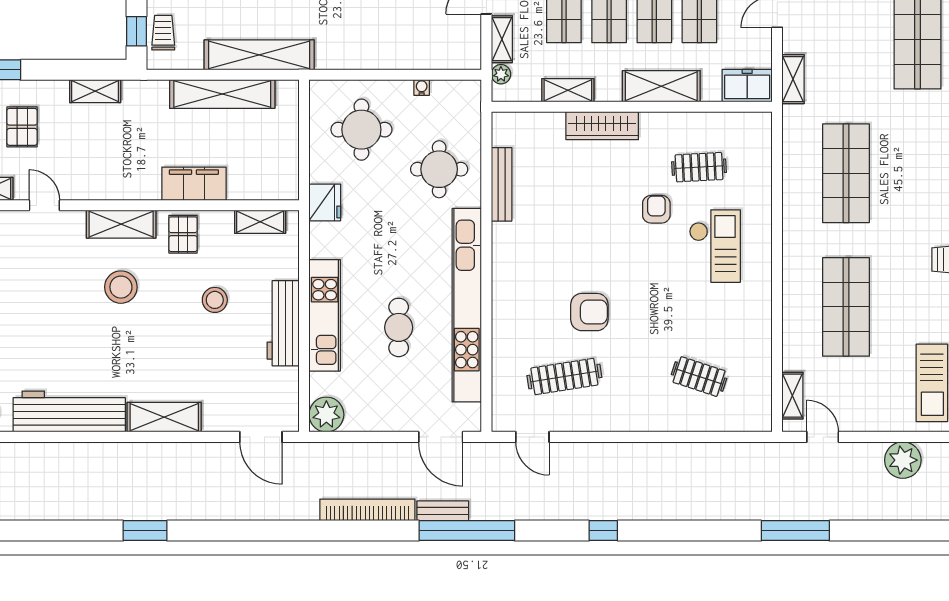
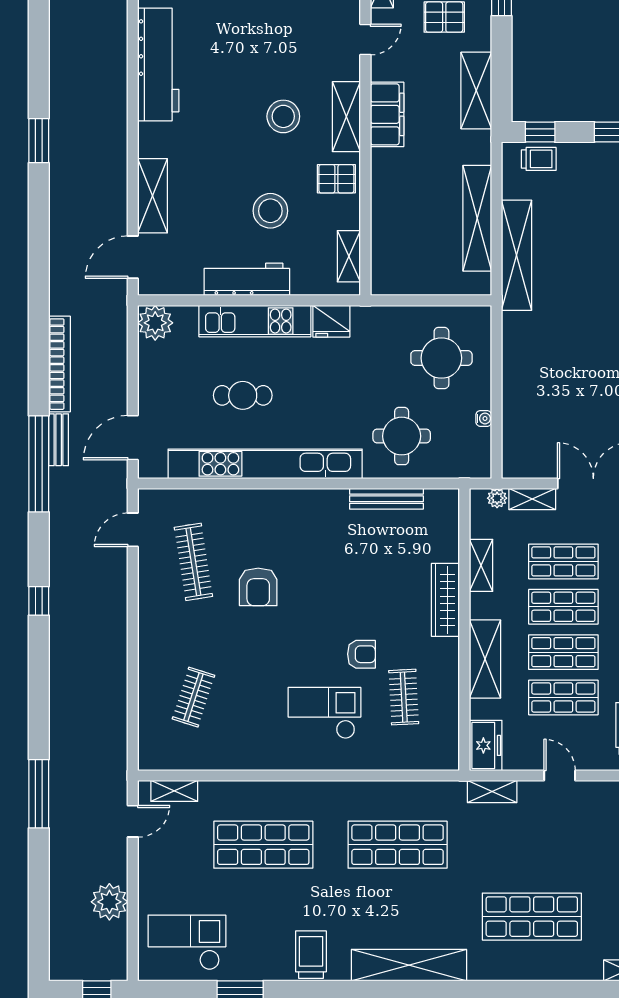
shelving: (95, 91) -> (476, 90), width x1.50, depth x1.33
filing cabinet: (194, 184) -> (387, 114), moved
fridge: (325, 202) -> (331, 321), moved
checkout: (715, 246) -> (324, 713), turned 180
stool: (215, 300) -> (270, 211), width x1.38, depth x1.38
shelving: (164, 417) -> (153, 196), moved

